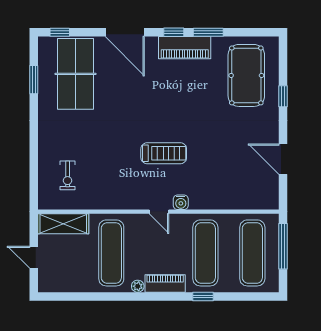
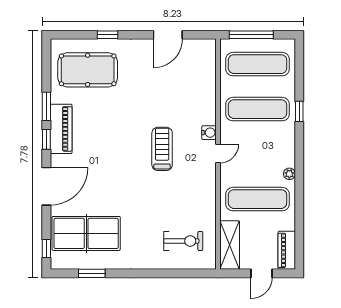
exercise bike: (68, 175) -> (183, 241), width x1.38, depth x1.39
piano: (165, 283) -> (287, 250), moved

